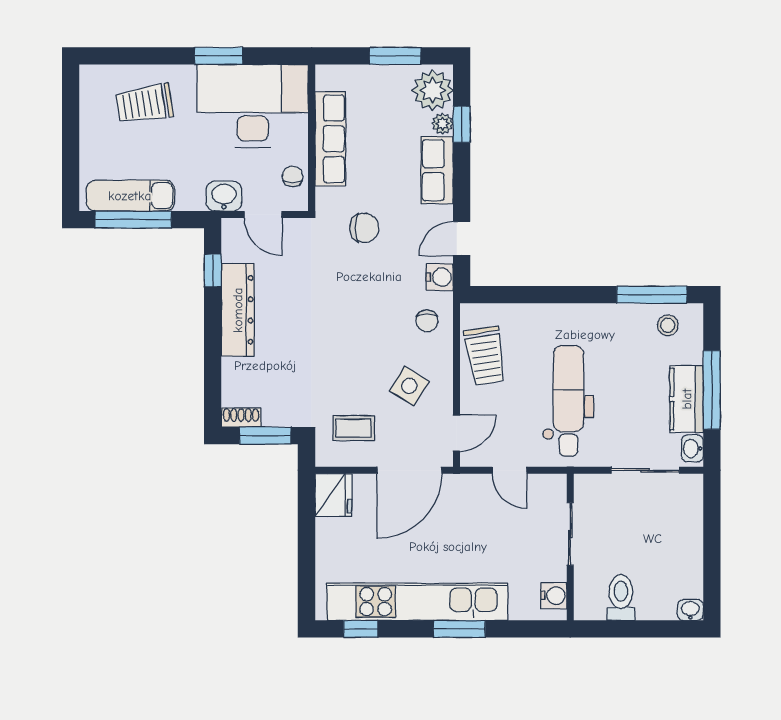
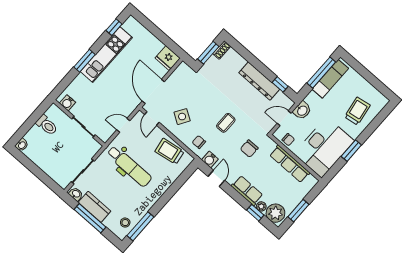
coffee table: (354, 428) -> (226, 123), moved
kitchen unit: (417, 602) -> (106, 55), width x0.73

